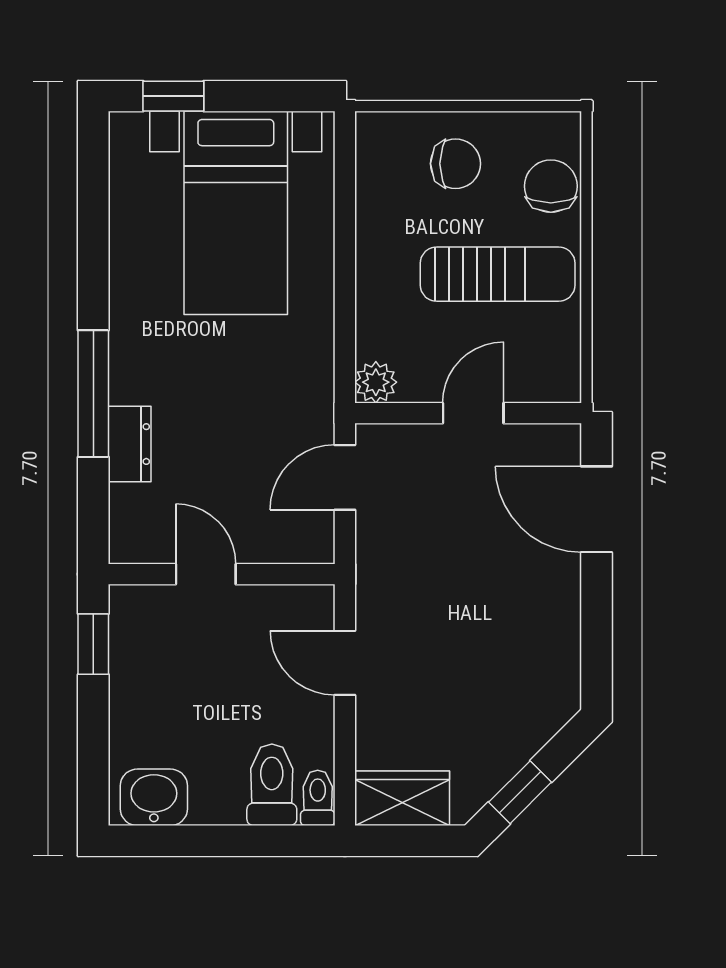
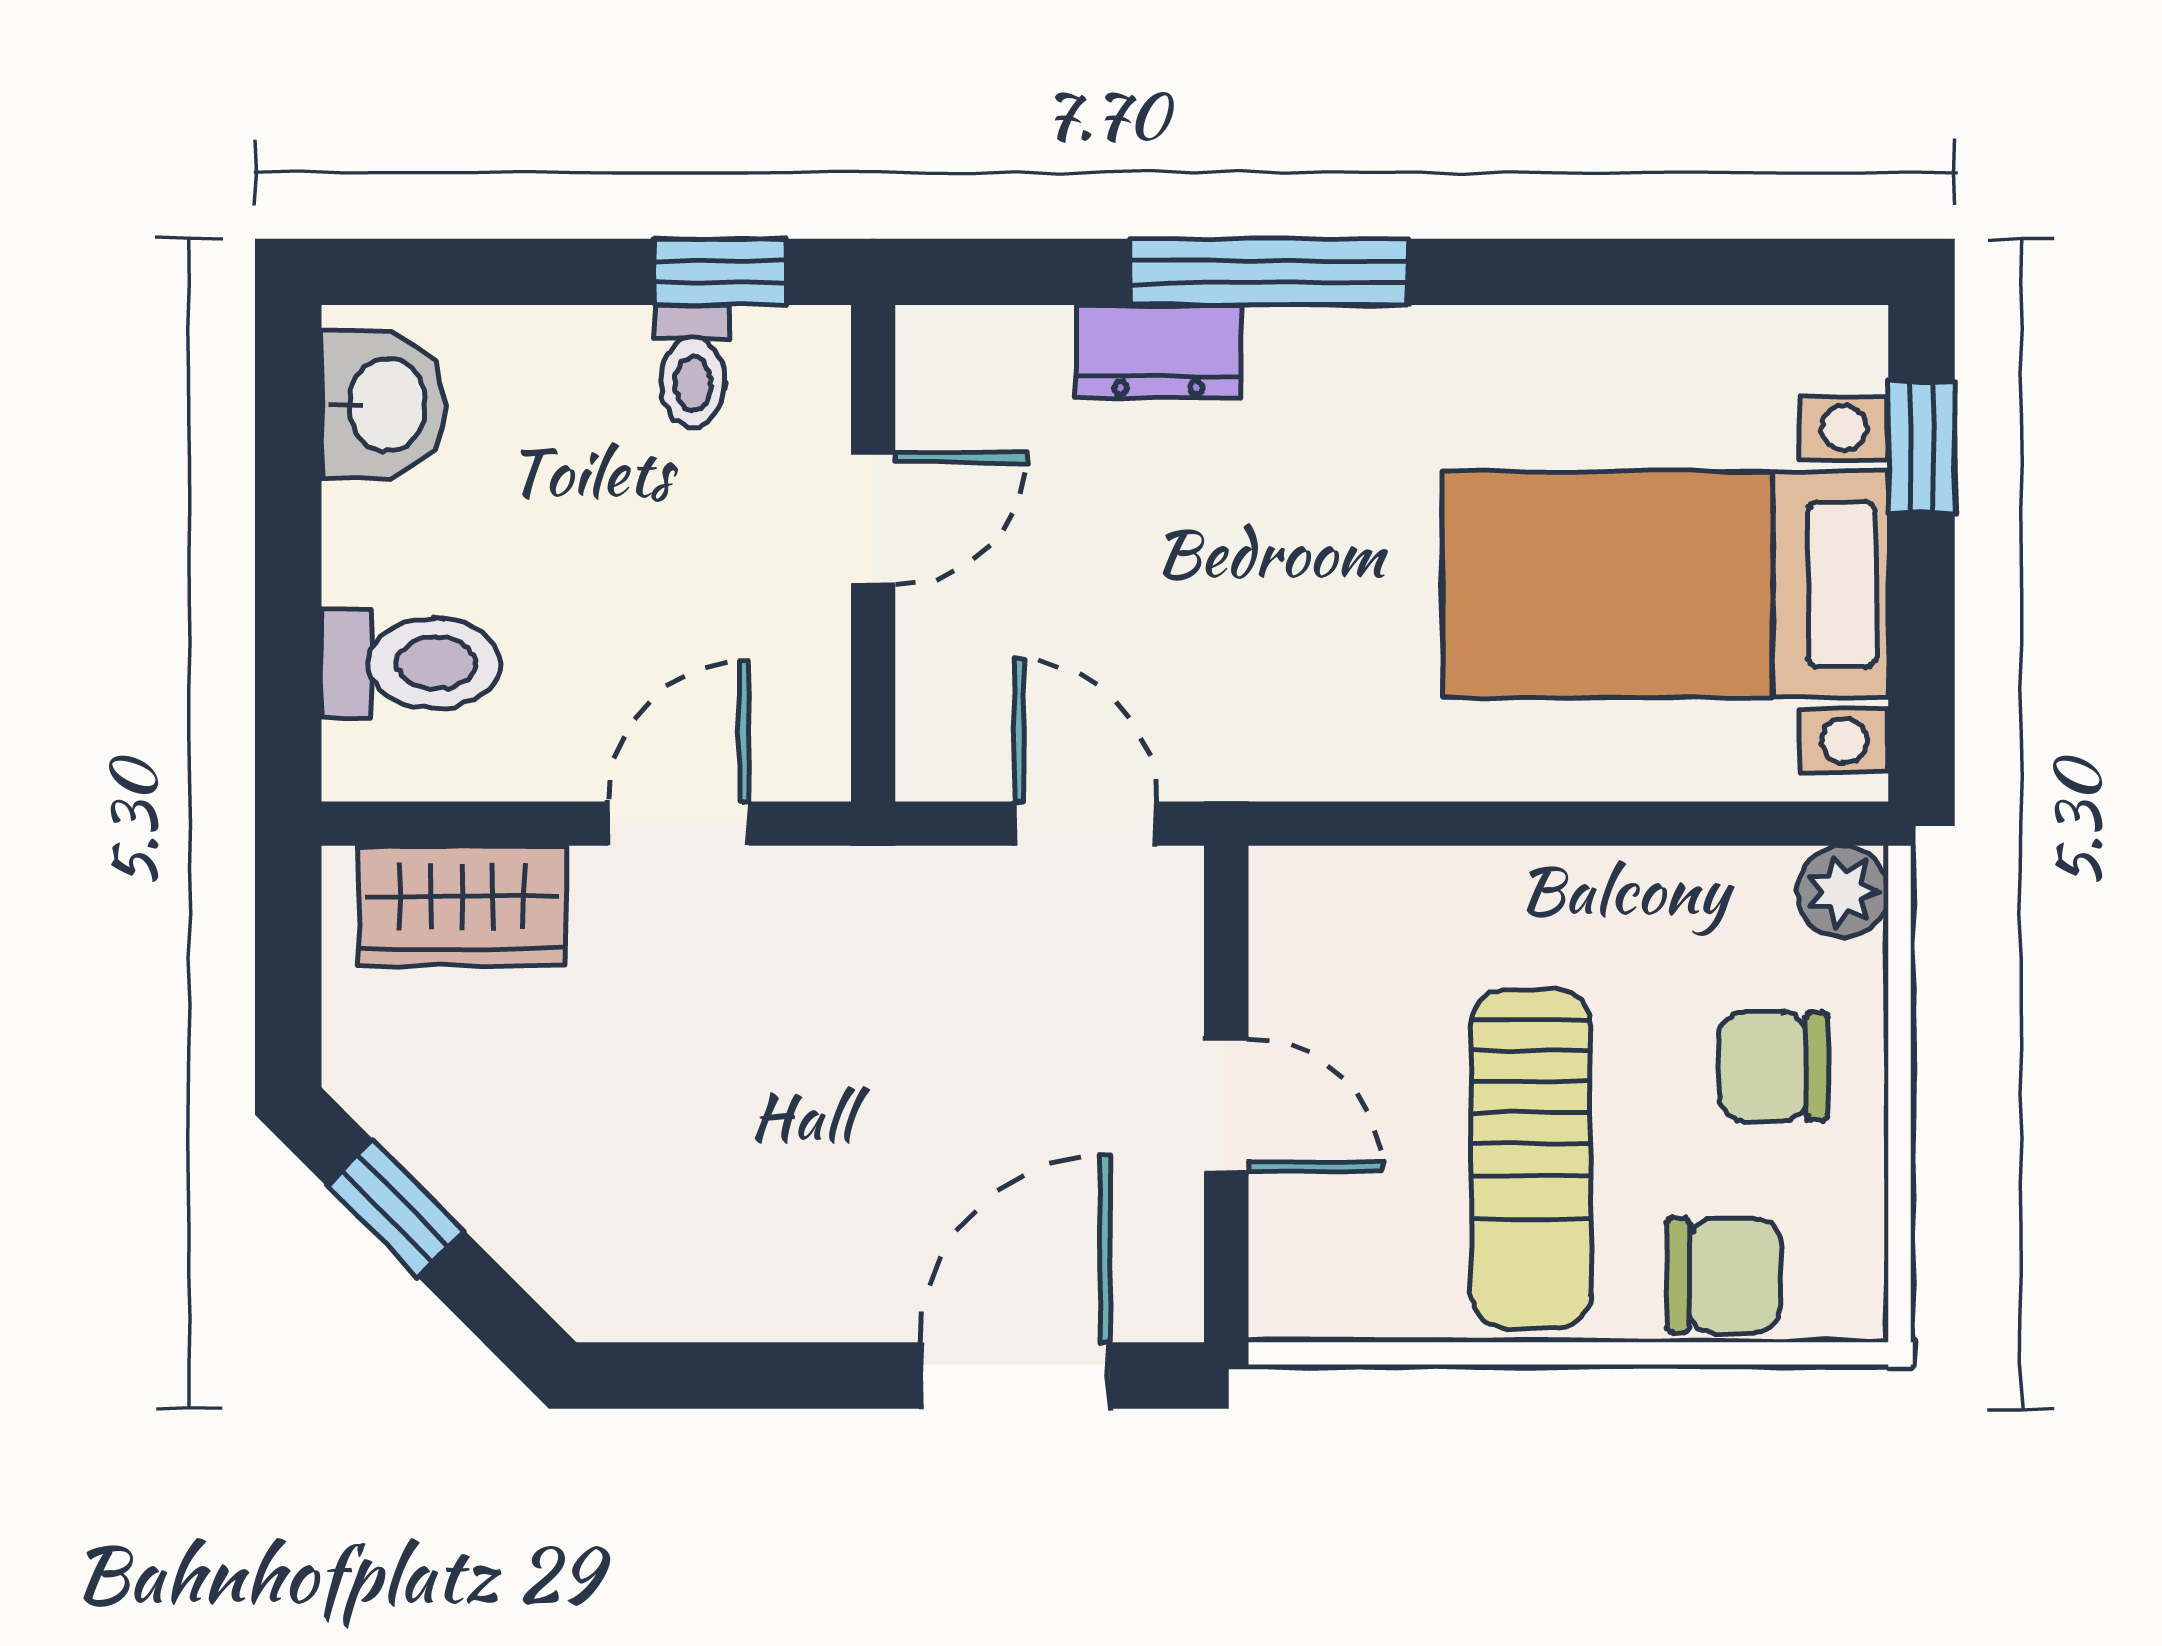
chair: (456, 164) -> (1773, 1066), turned 90
plant: (376, 382) -> (1843, 891), moved
toilet: (318, 798) -> (693, 366), moved, turned 90
wardrobe: (402, 798) -> (462, 906), moved, turned 90

